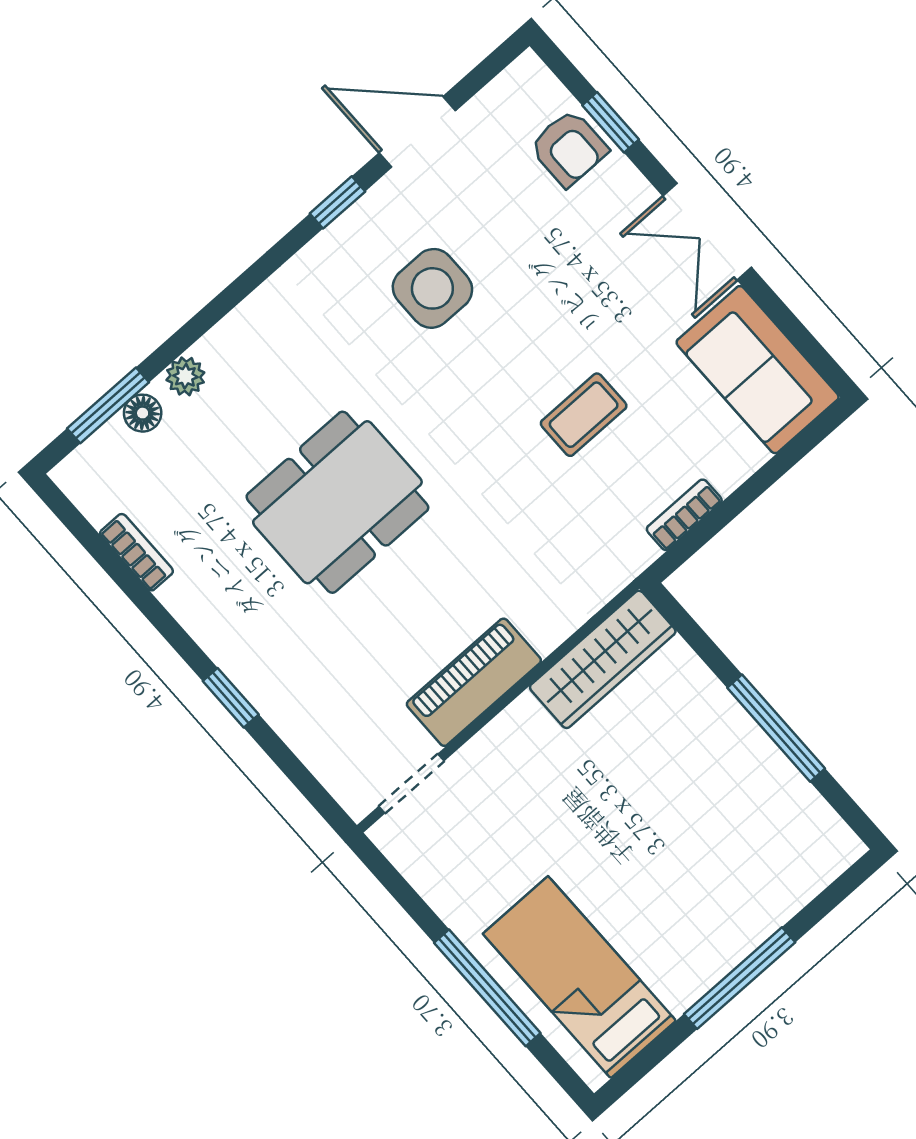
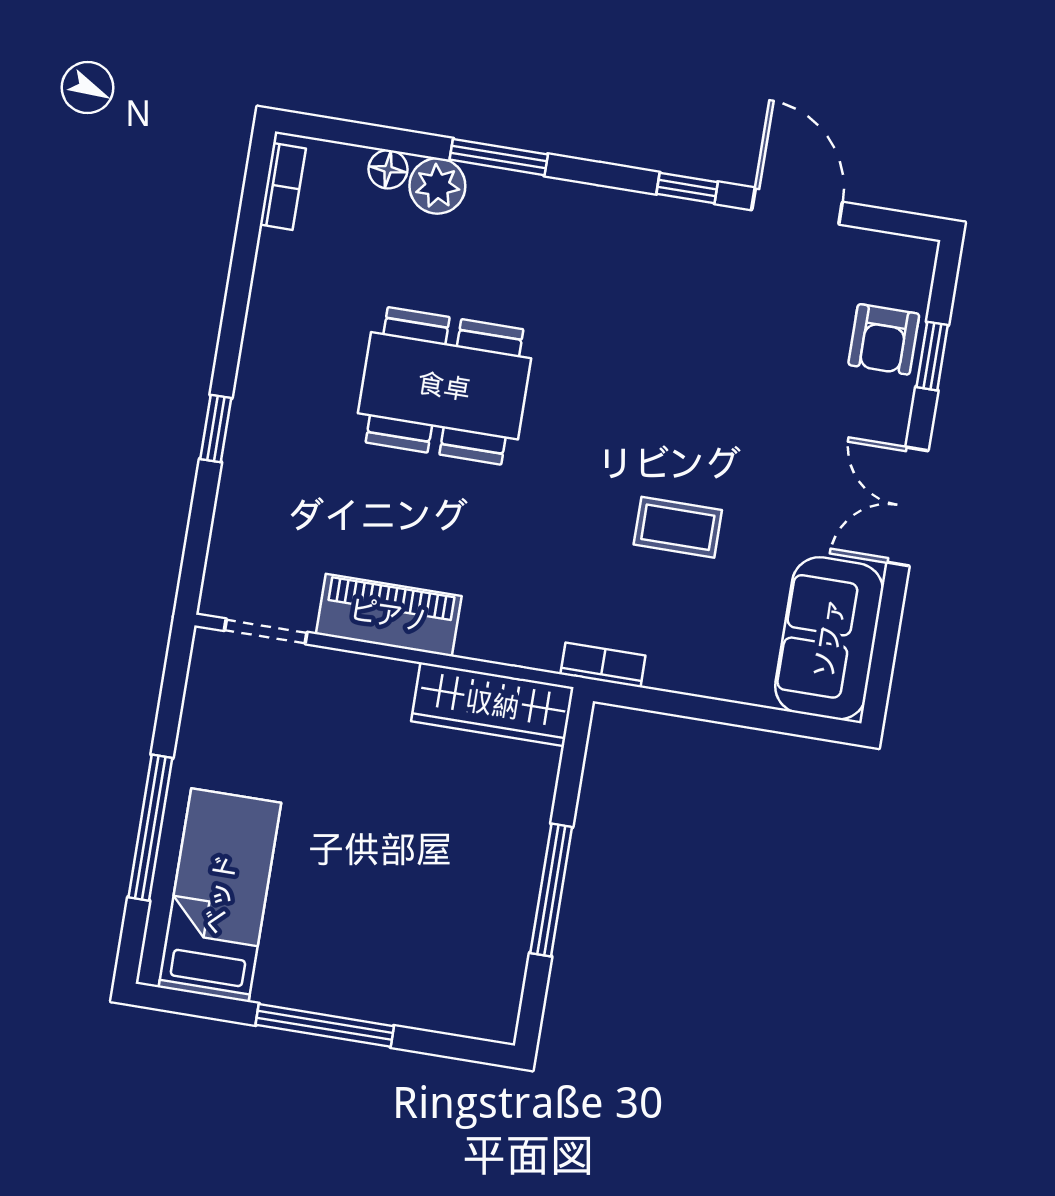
side table: (432, 288) -> (680, 322), removed
plant: (185, 376) -> (437, 186), width x1.38, depth x1.38
window: (108, 405) -> (499, 157), moved
bookcase: (684, 515) -> (603, 665), moved
bookcase: (136, 552) -> (283, 186), moved

